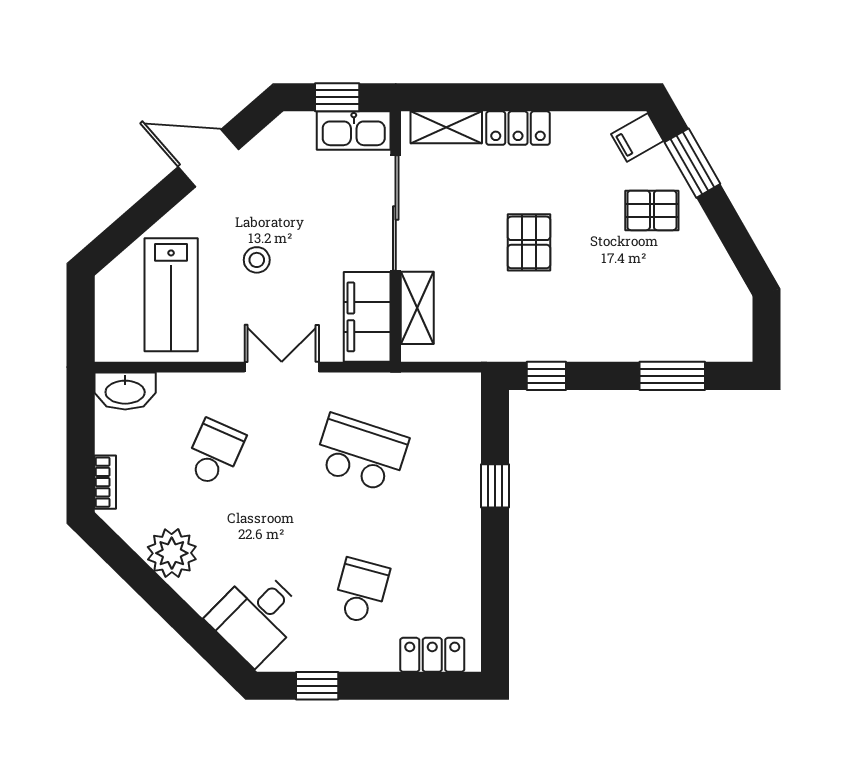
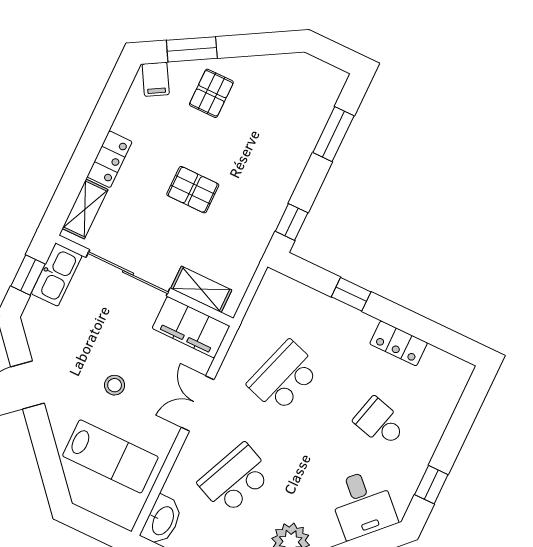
school desk: (214, 453) -> (235, 479), width x1.85
locker: (432, 655) -> (399, 343), moved, turned -90

